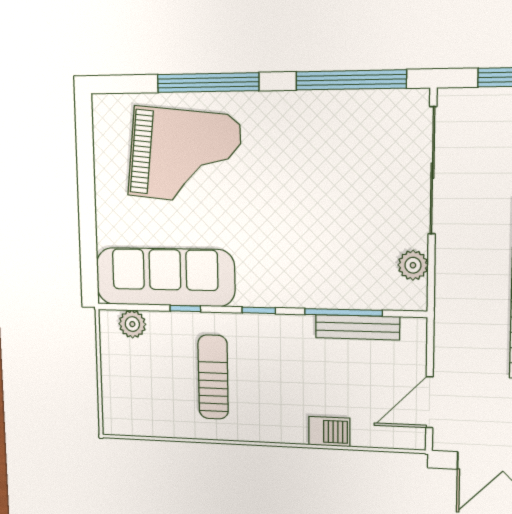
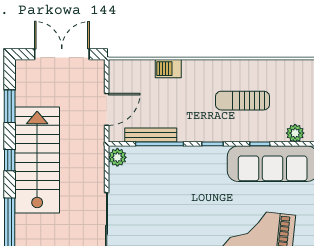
plant: (413, 265) -> (117, 157), moved
sun lounger: (213, 377) -> (243, 101), turned 90
door: (429, 402) -> (107, 109), moved

